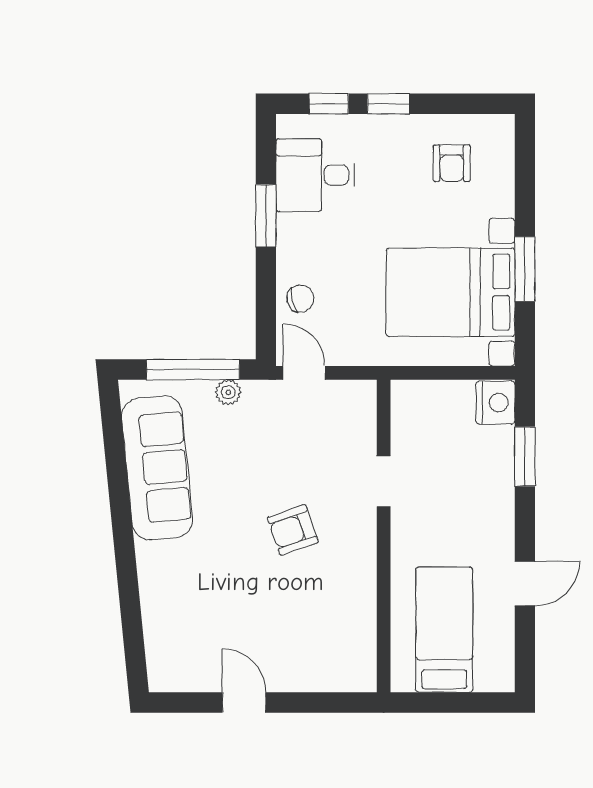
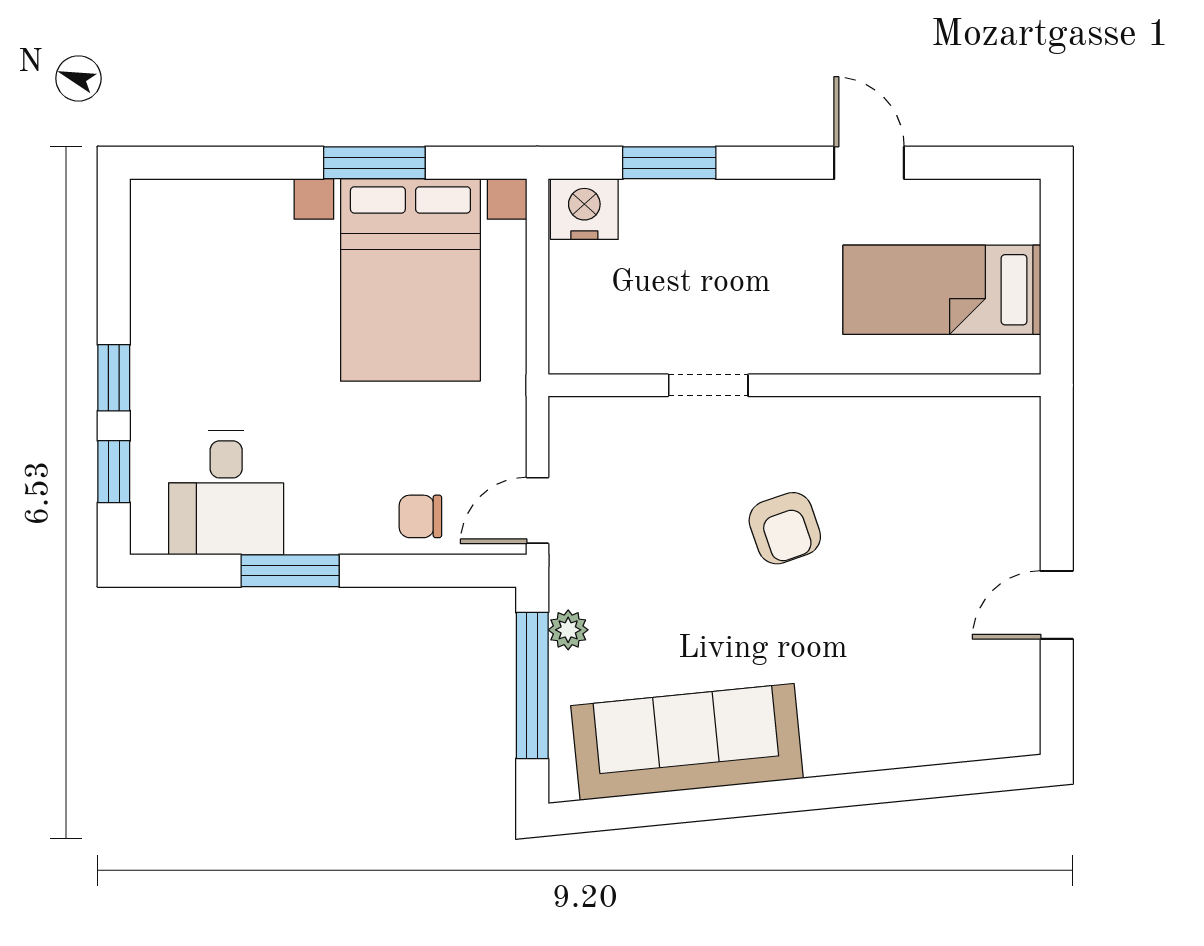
armchair: (452, 163) -> (207, 278), removed
chair: (300, 299) -> (420, 516), turned -76

